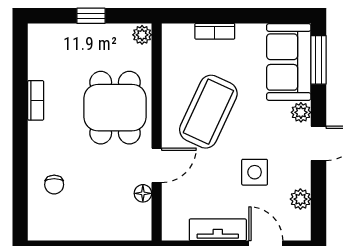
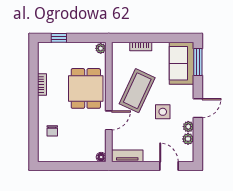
window: (91, 16) -> (59, 38), moved
plant: (301, 112) -> (188, 127), moved
side table: (255, 172) -> (163, 112), moved
floor lamp: (143, 193) -> (101, 157), moved
tv unit: (218, 230) -> (127, 156), moved

